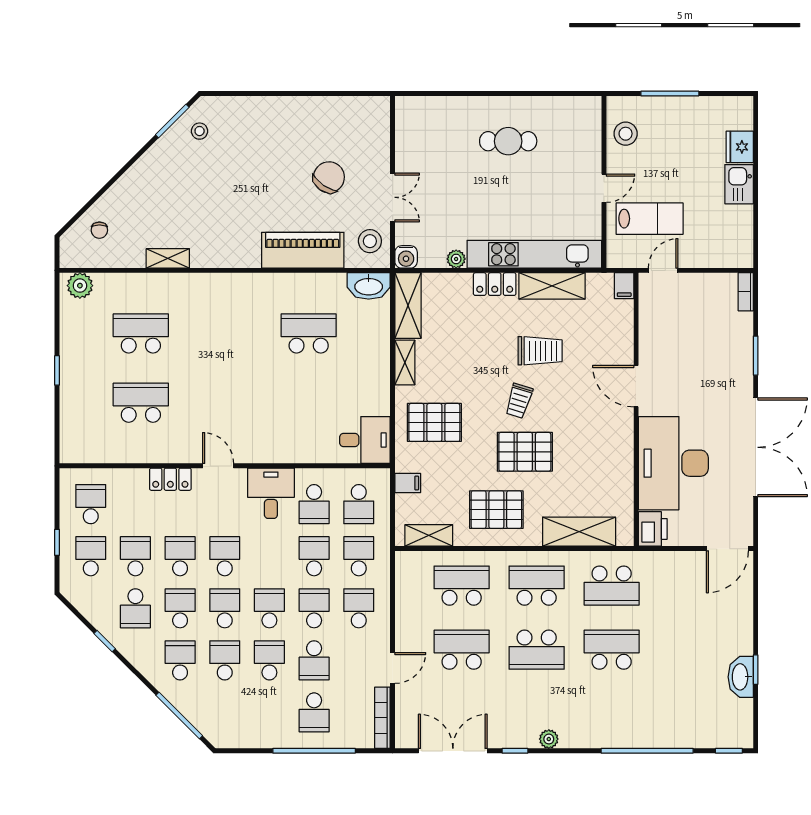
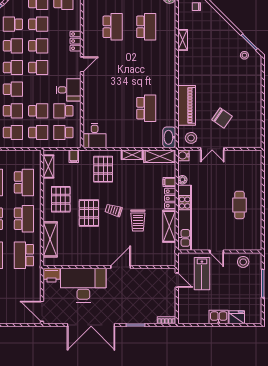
filing cabinet: (624, 286) -> (169, 182), moved

